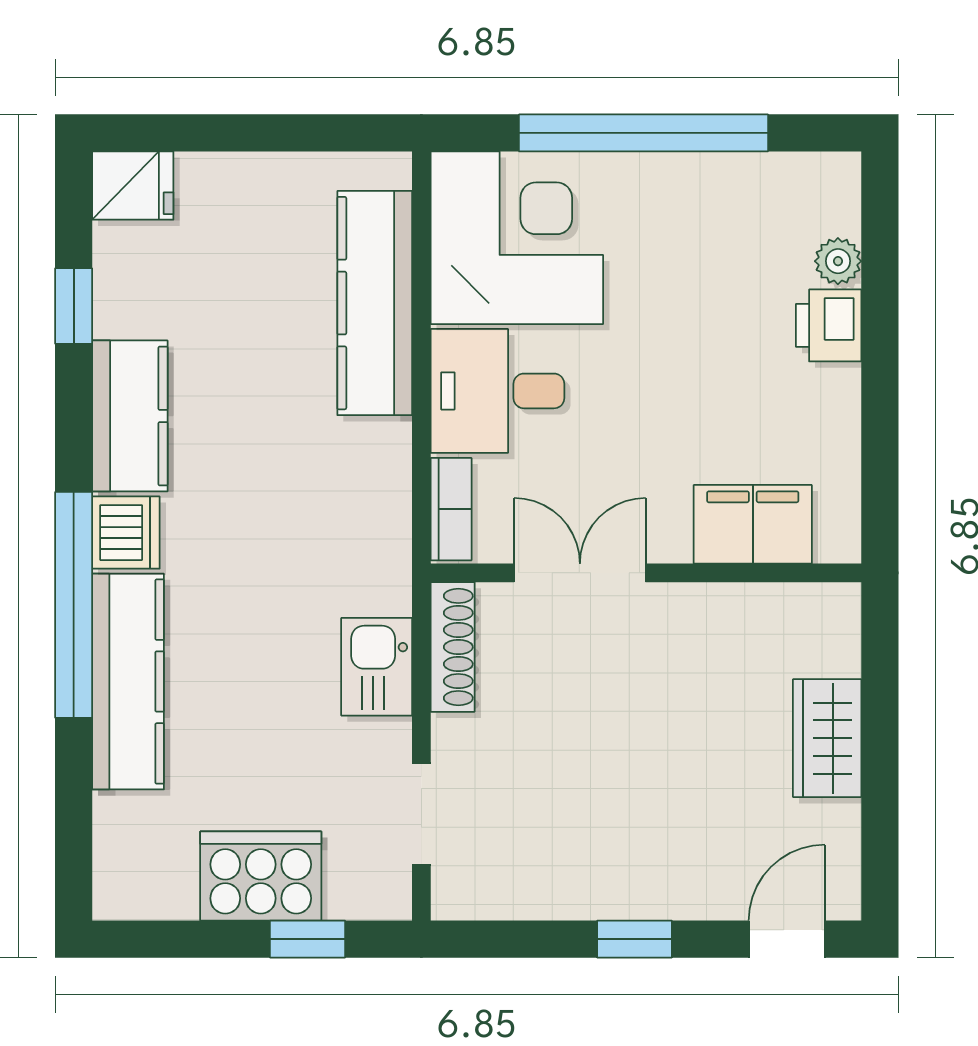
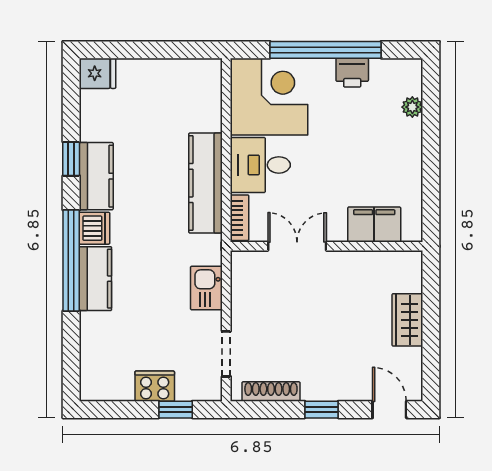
kitchen counter: (375, 303) -> (206, 183), moved
window: (74, 306) -> (71, 159), moved
printer: (829, 325) -> (352, 73), moved, turned -90
shoe rack: (453, 647) -> (271, 392), moved, turned -90
kitchen counter: (128, 682) -> (95, 279), width x0.67
cooker: (261, 876) -> (155, 386), width x0.73, depth x0.76
door: (787, 939) -> (389, 410), hinge flipped

